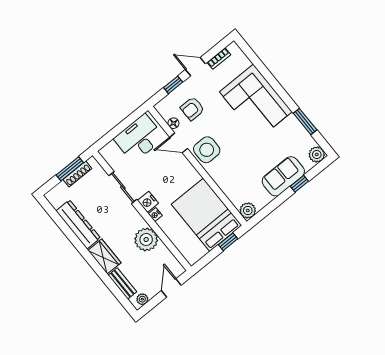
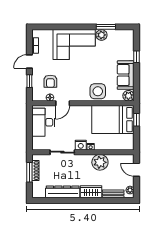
side table: (207, 150) -> (98, 91), moved
plant: (317, 154) -> (102, 35), moved
sofa: (283, 176) -> (126, 75), moved

